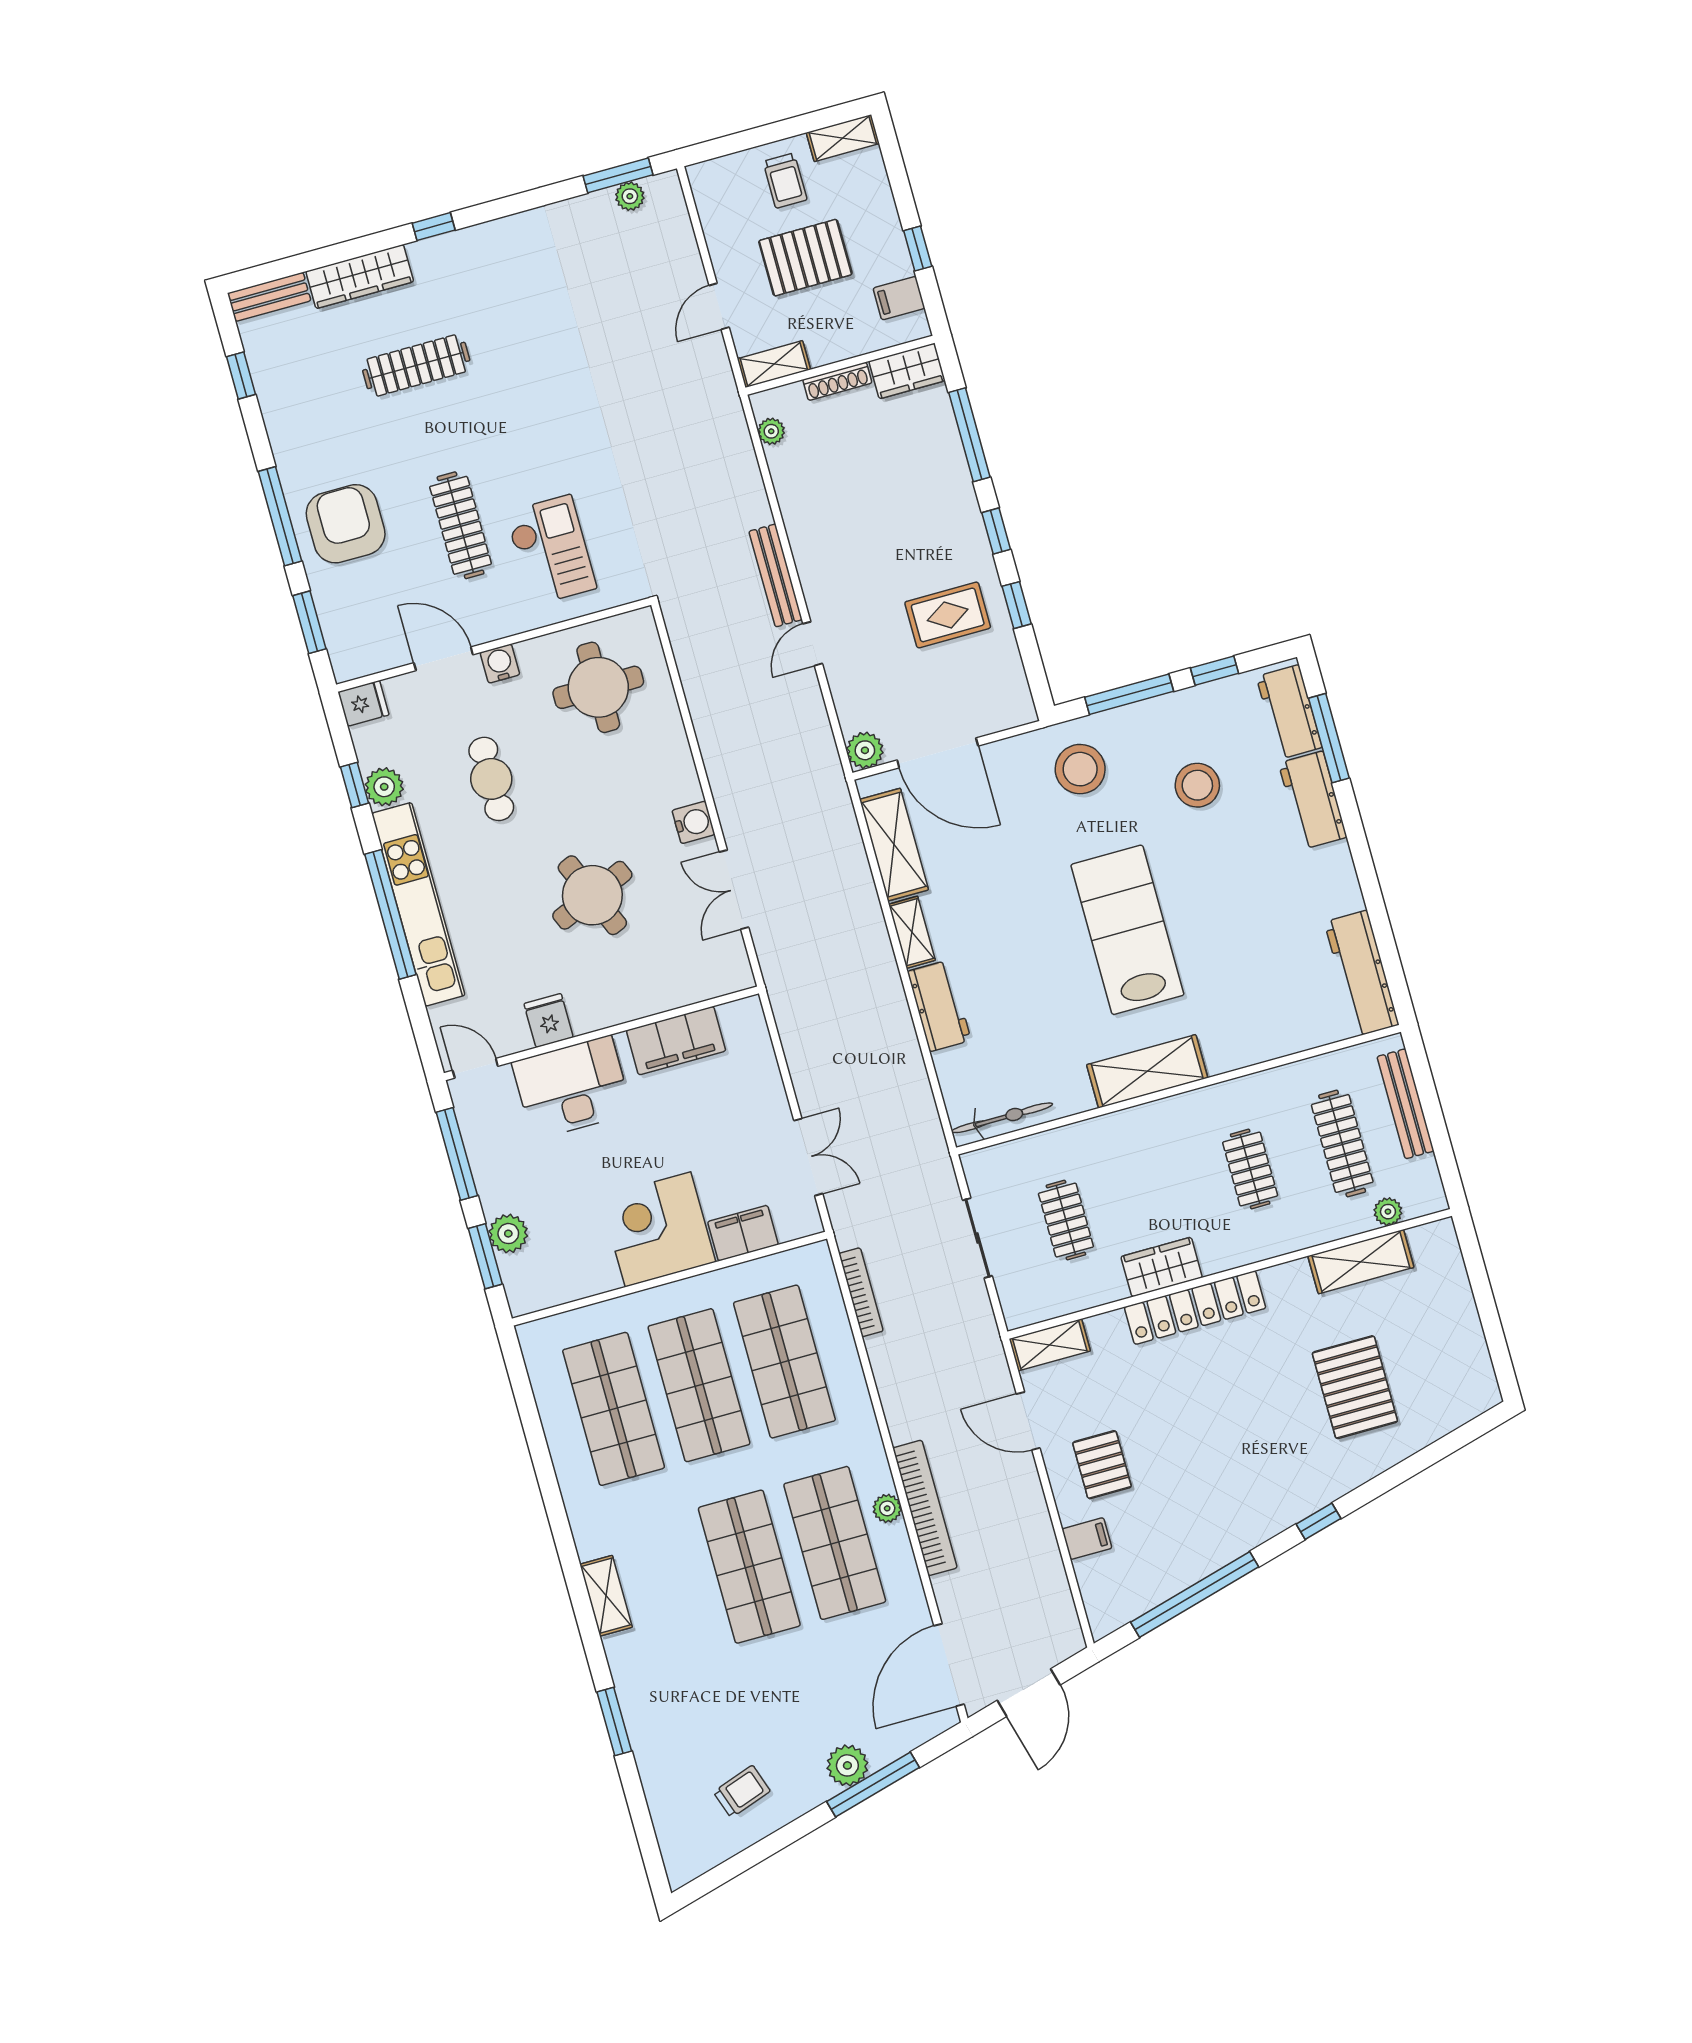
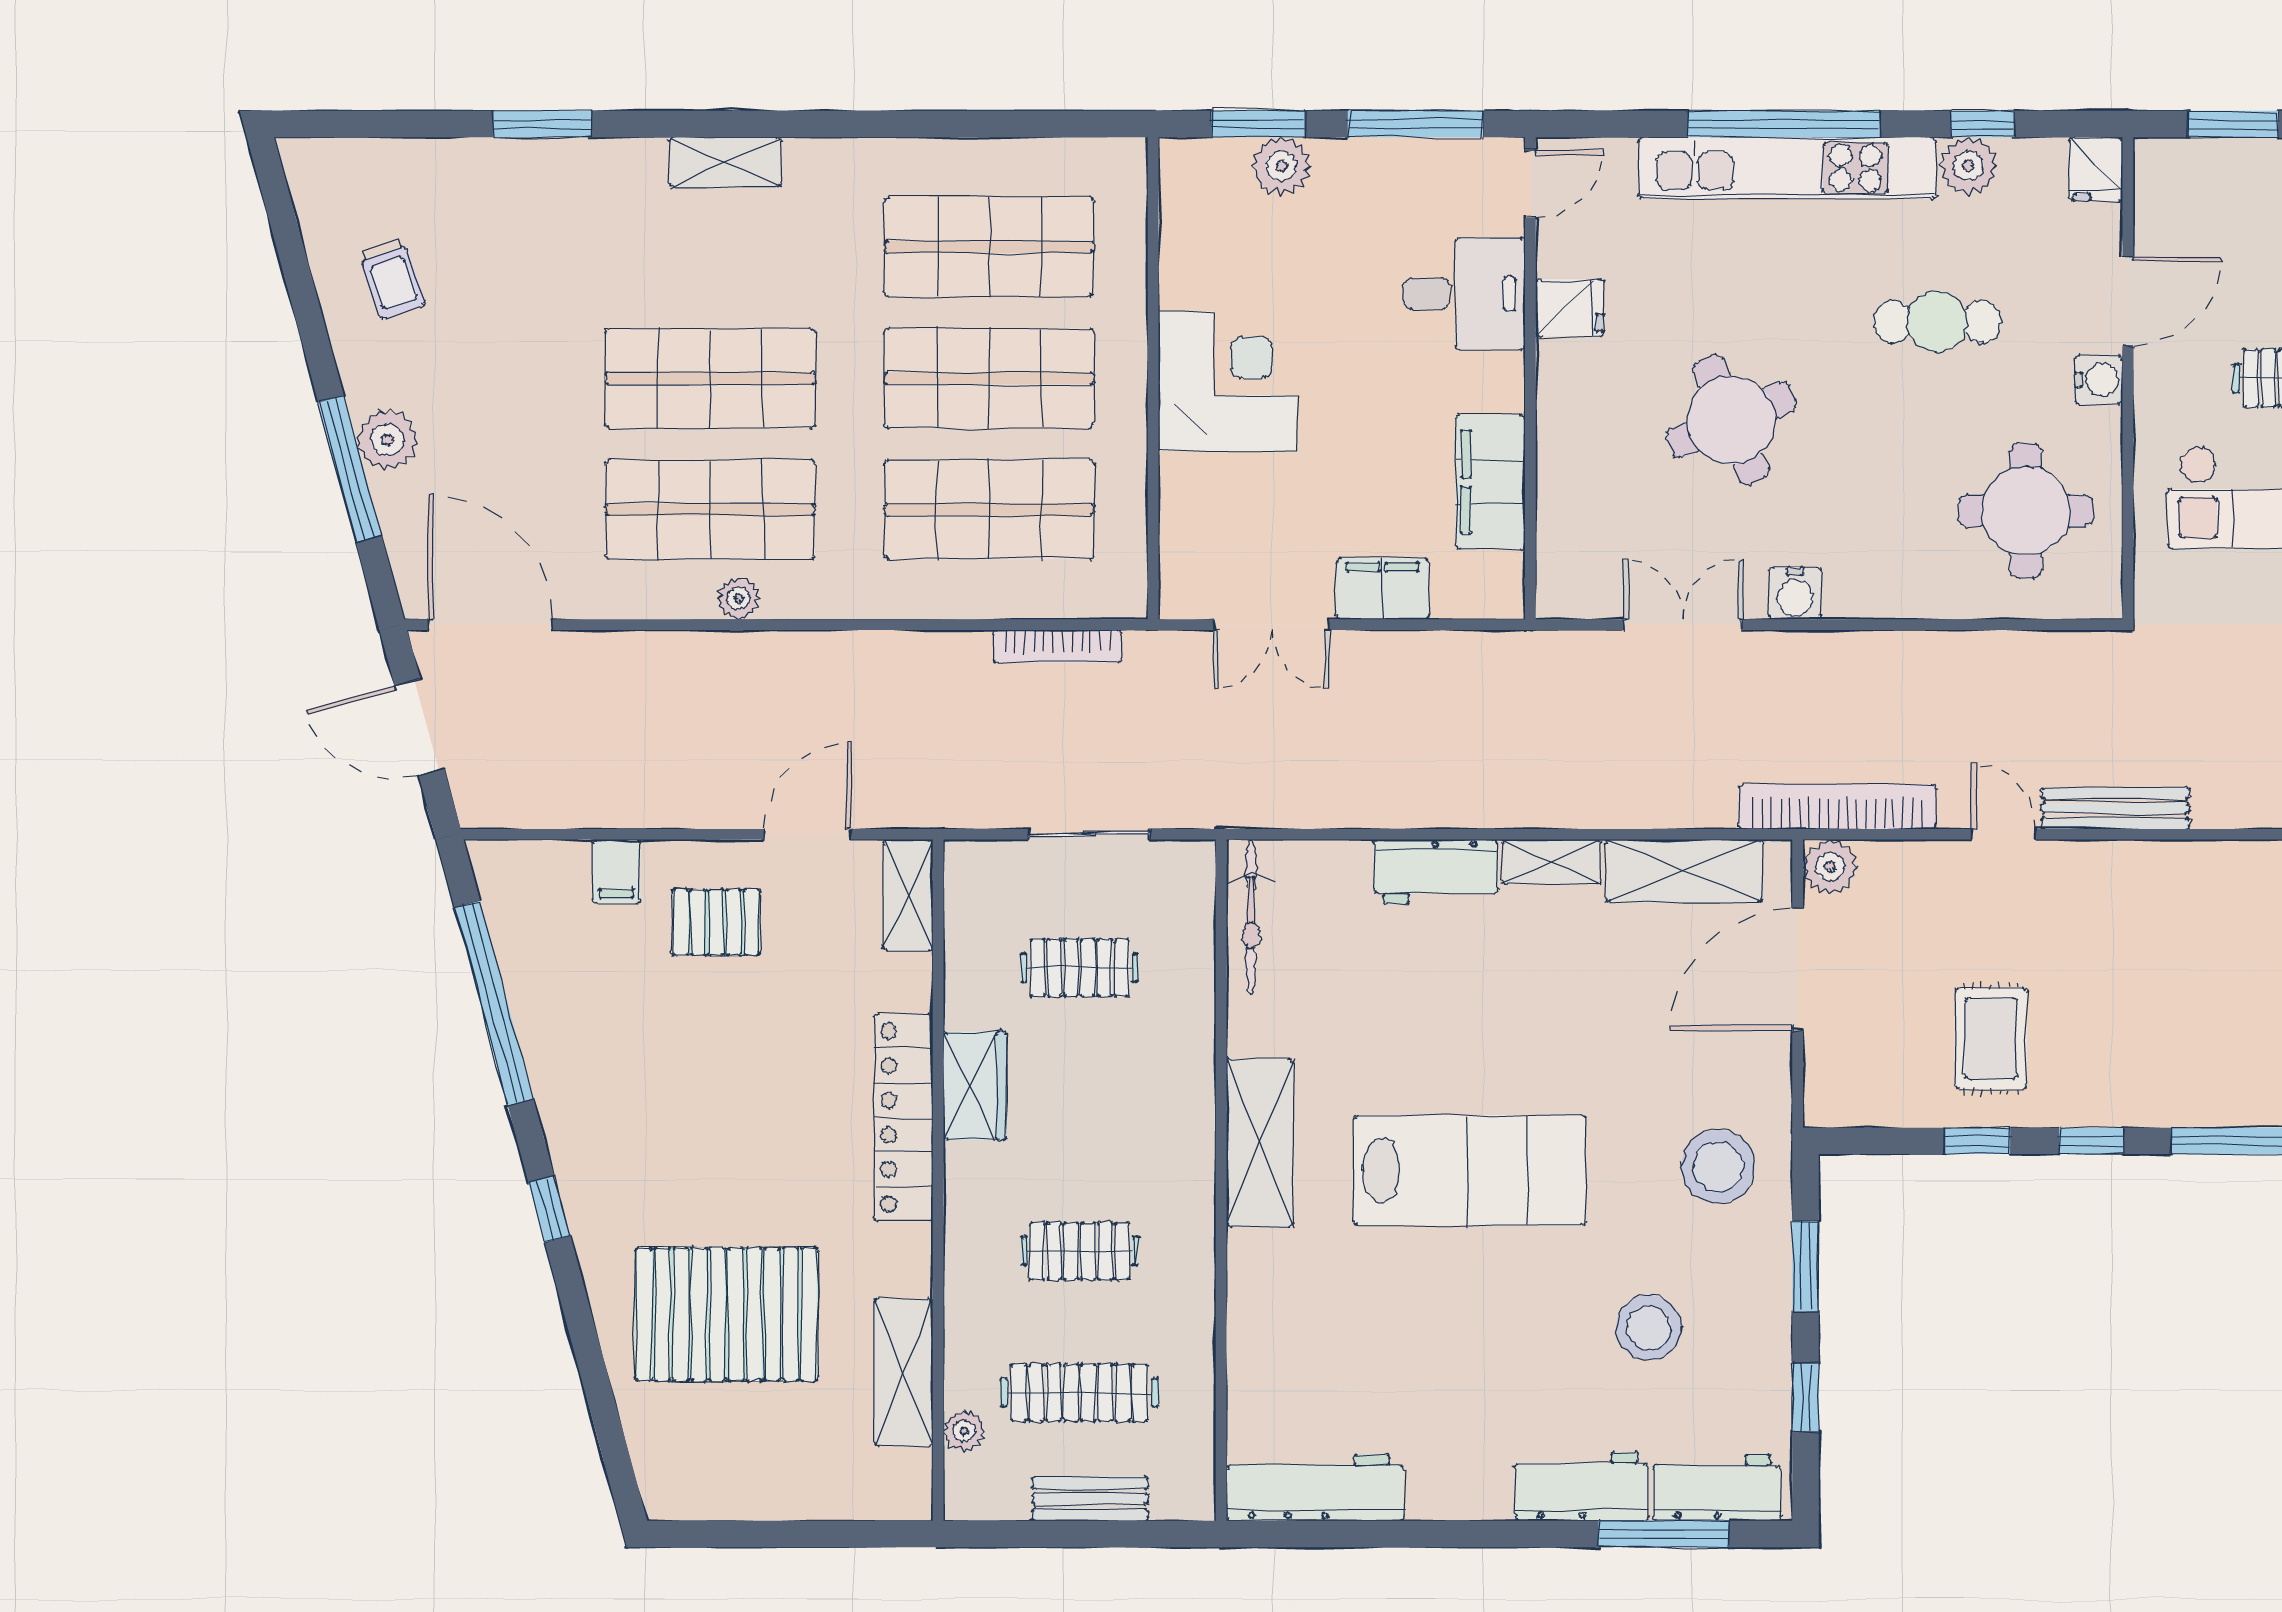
window: (1129, 694) -> (1806, 1266), width x0.69
desk: (572, 1088) -> (1465, 294), width x0.73
bench: (1406, 1104) -> (1090, 1499), width x0.73
filing cabinet: (743, 1233) -> (1382, 589), moved, turned -90
pallet: (1355, 1387) -> (727, 1314), width x1.37, depth x1.41
bookcase: (925, 1508) -> (1837, 807), moved, turned 180

